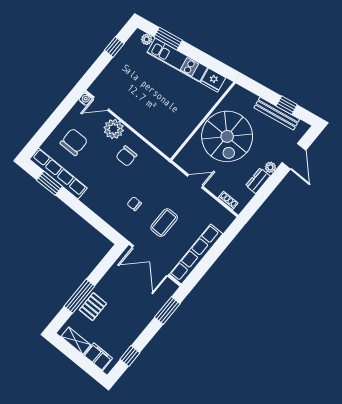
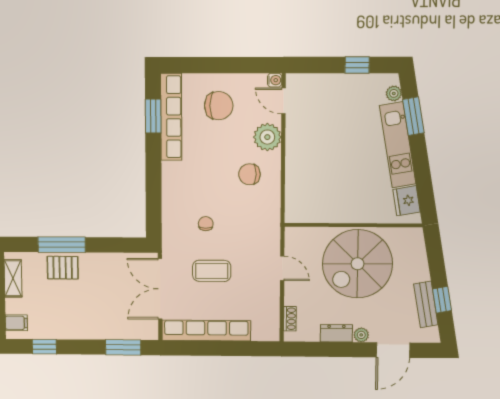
bench: (277, 114) -> (426, 304), width x0.73
filing cabinet: (98, 357) -> (16, 323), width x0.50

